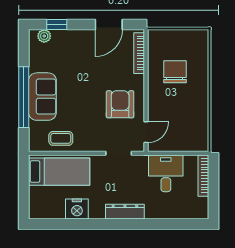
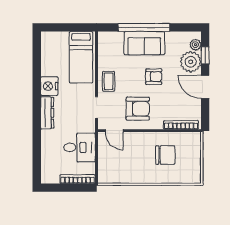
door: (109, 25) -> (205, 87), moved
plant: (64, 42) -> (191, 62), added
armchair: (82, 85) -> (154, 77), added
coffee table: (61, 138) -> (109, 81), moved
nightstand: (77, 209) -> (49, 86), moved

